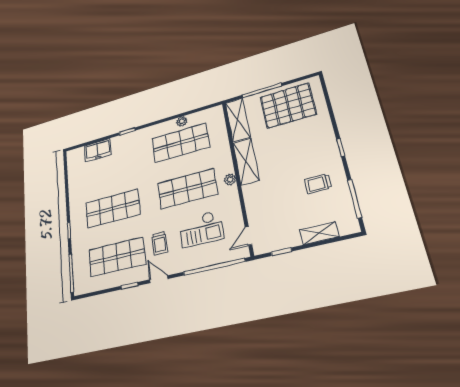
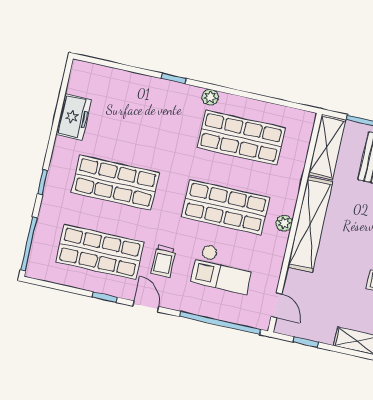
plant: (182, 121) -> (210, 97), moved
freezer: (98, 150) -> (74, 117), moved, turned -90
shelving: (246, 161) -> (310, 224), width x1.47
door: (248, 236) -> (276, 305), swing flipped

